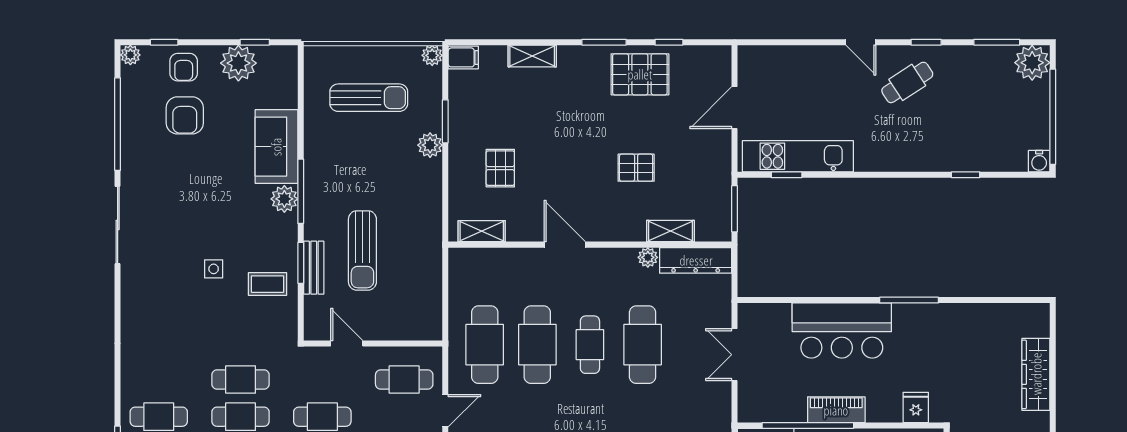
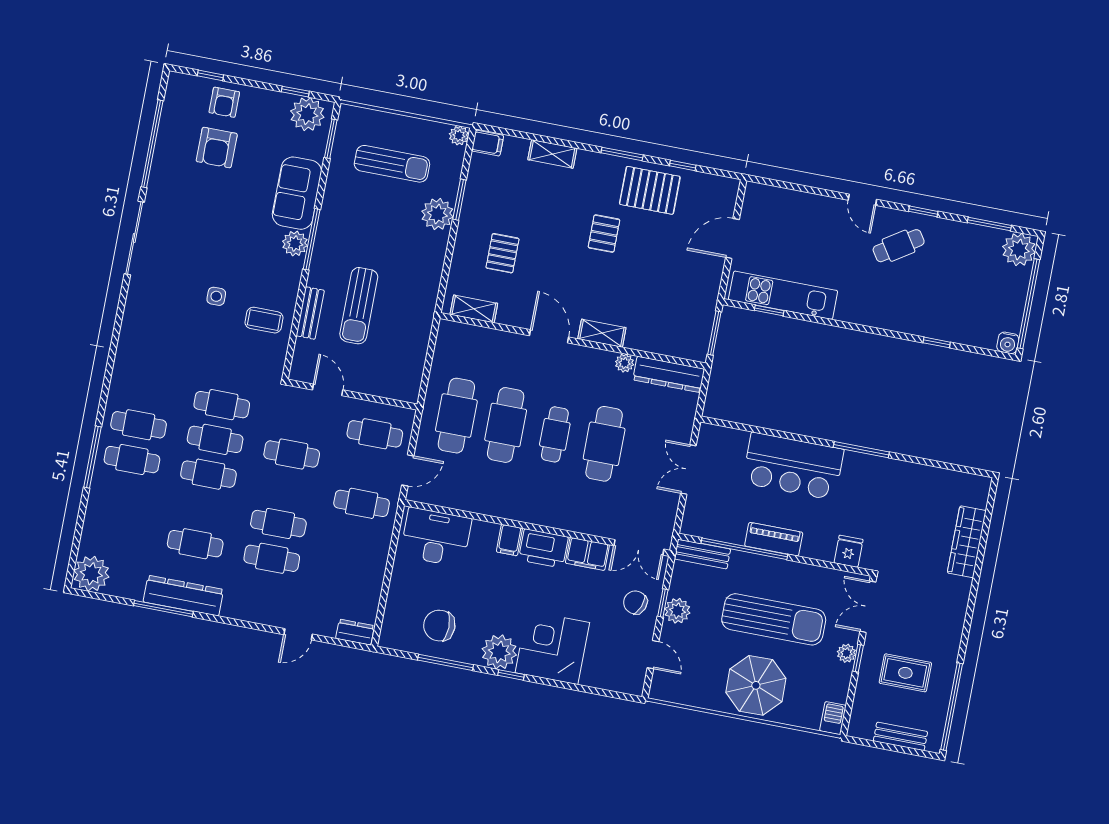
plant: (130, 55) -> (177, 81), removed
plant: (238, 63) -> (307, 114), moved
plant: (430, 145) -> (437, 214), width x1.36, depth x1.36
pallet: (636, 168) -> (604, 234), moved, turned 90
shelving: (671, 231) -> (602, 333), moved
window: (301, 263) -> (331, 139), moved

